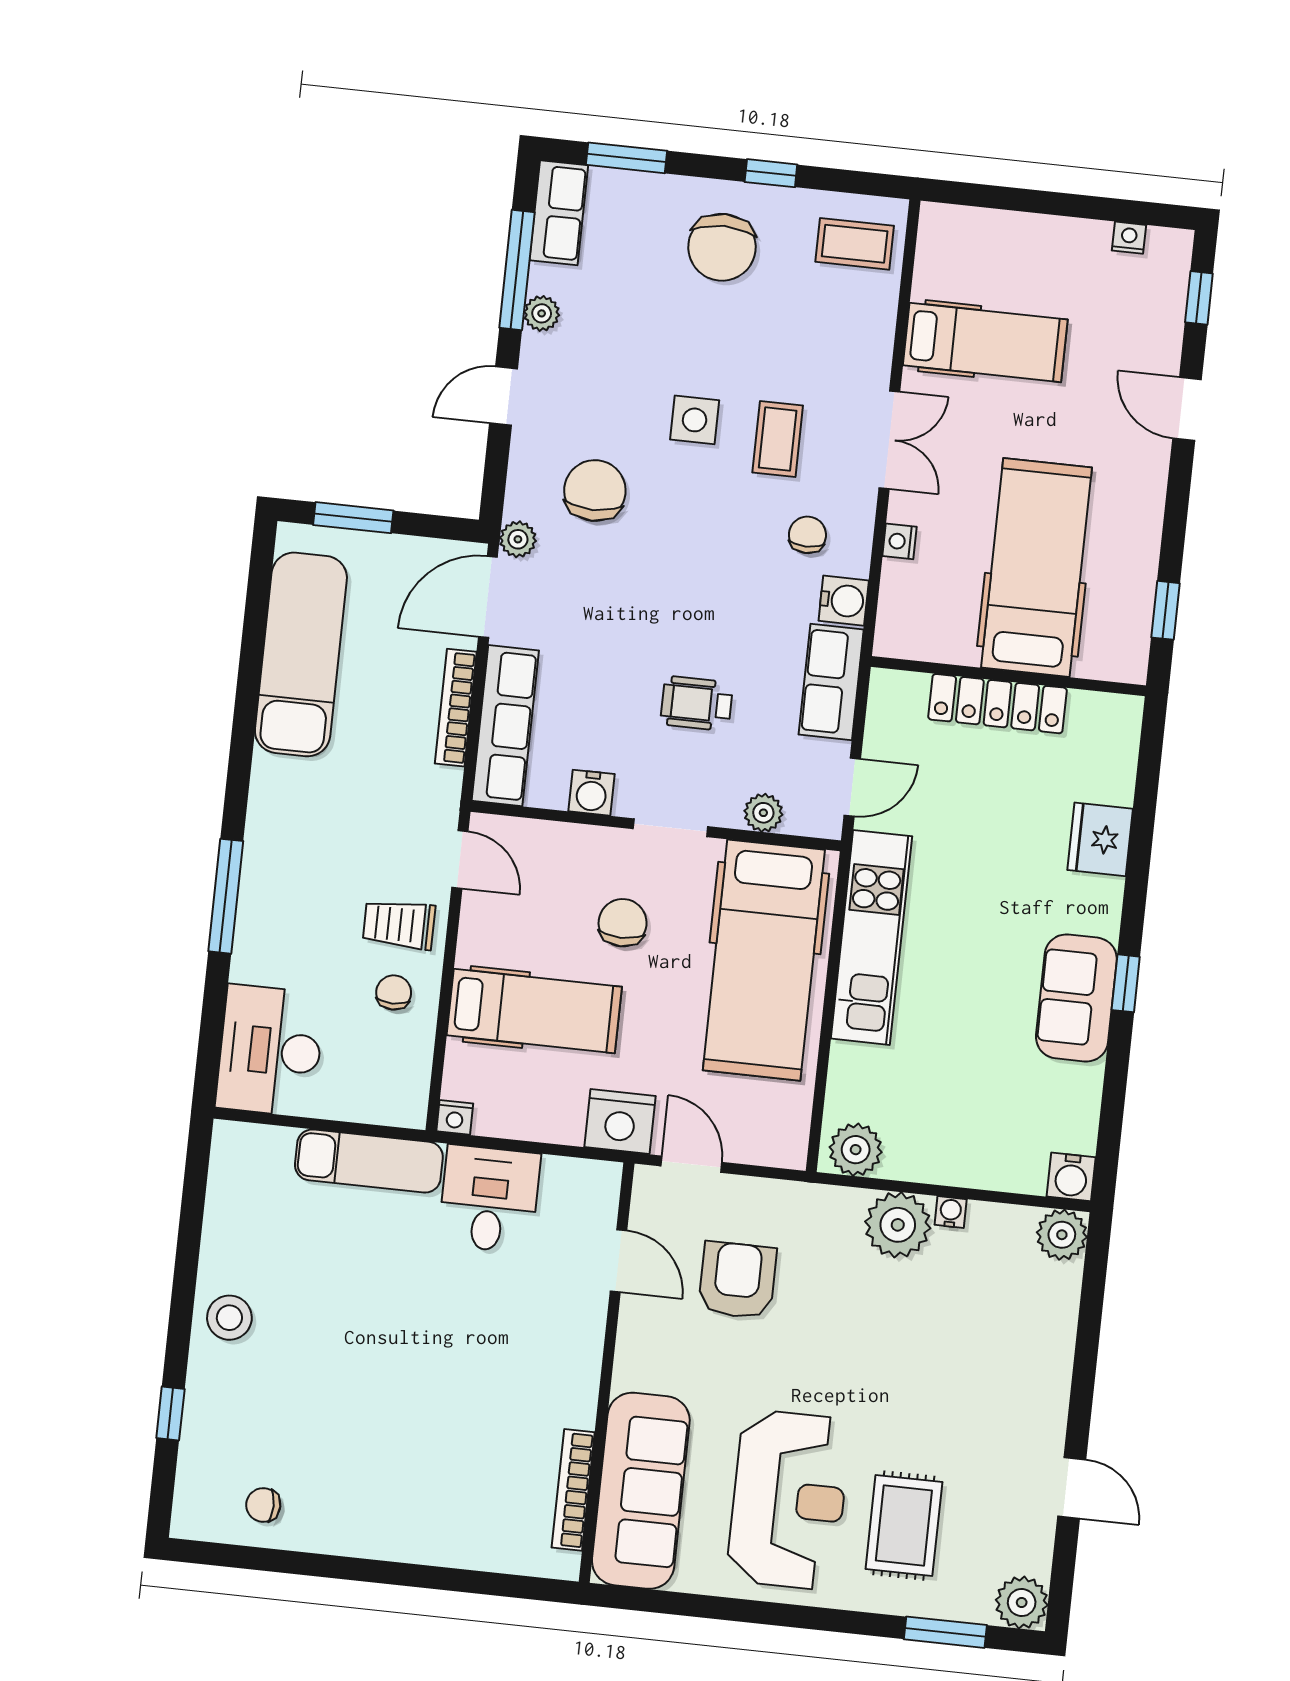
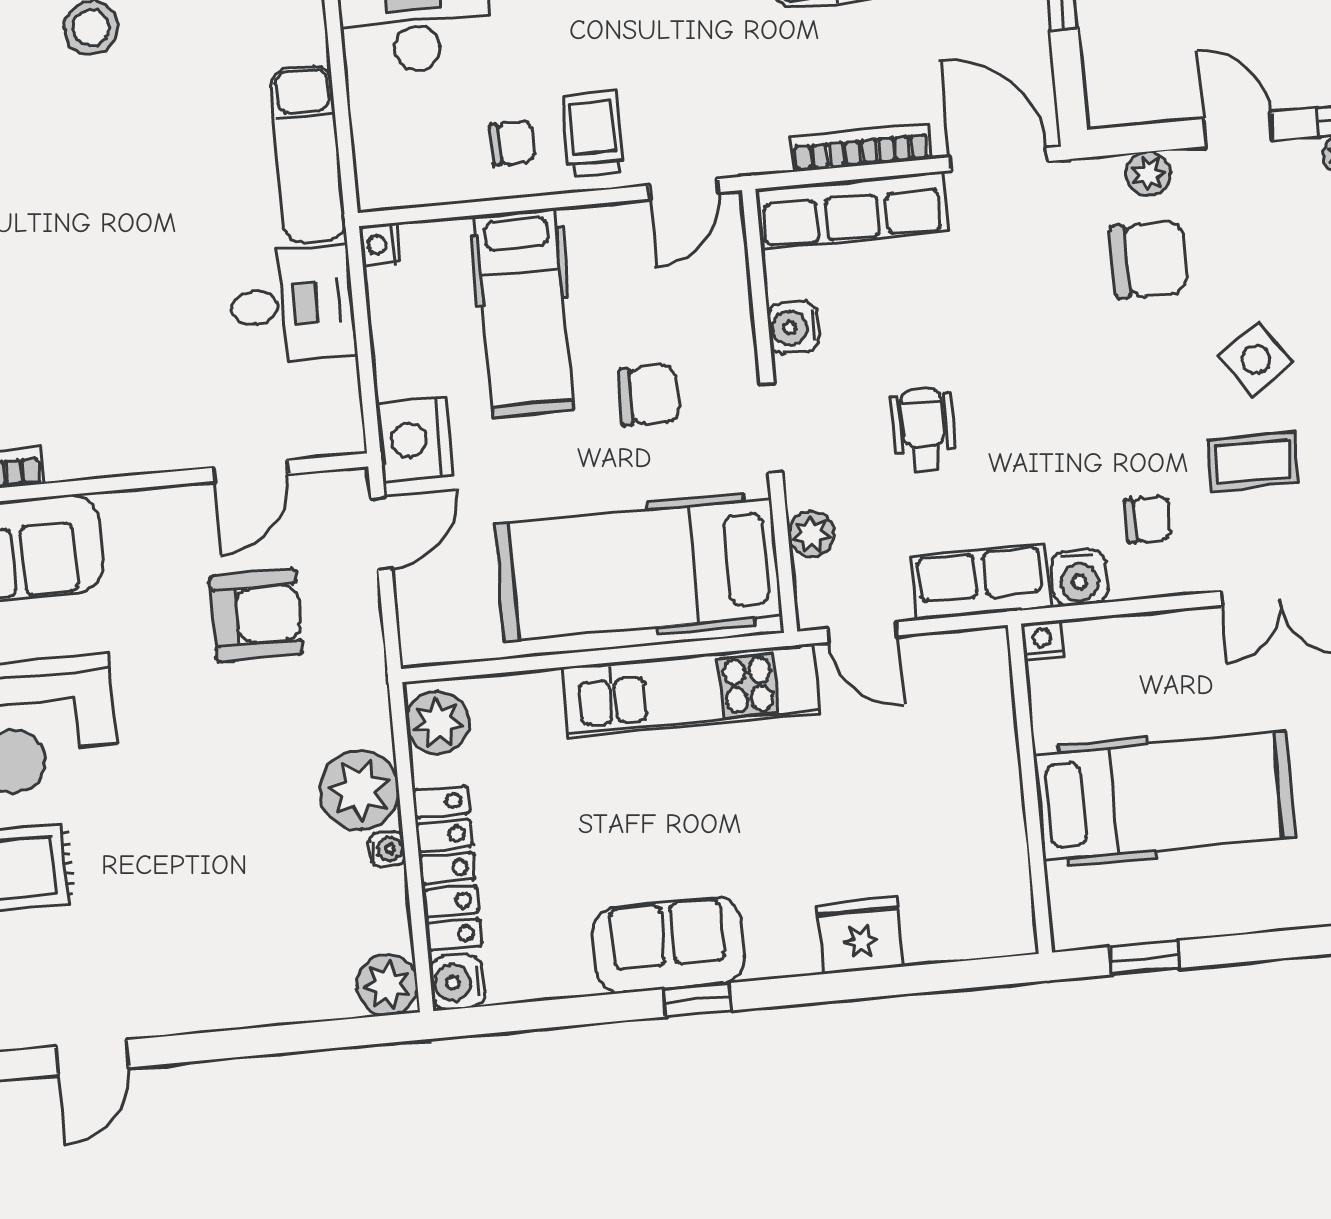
side table: (695, 420) -> (1256, 359), turned -35
plant: (518, 539) -> (1148, 174), moved
nightstand: (900, 541) -> (1042, 640), moved
locker: (998, 704) -> (447, 868), moved, turned 180

